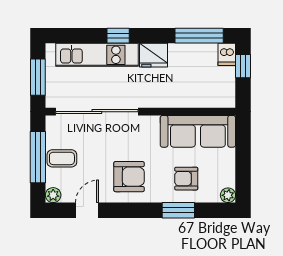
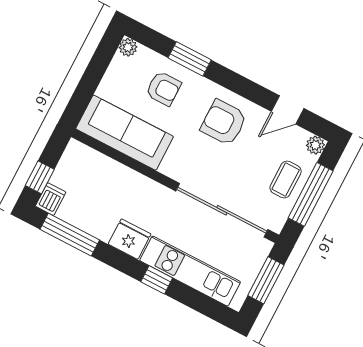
coffee table: (62, 158) -> (286, 180), turned 90

